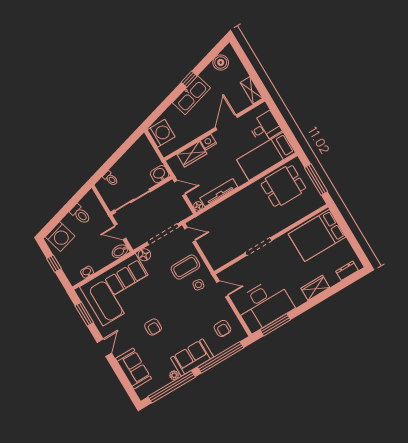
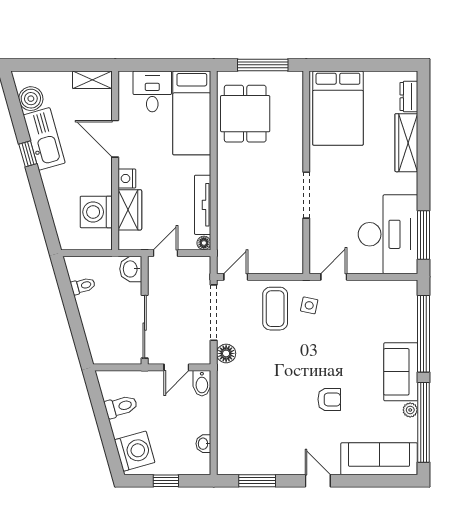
kitchen sink: (191, 95) -> (44, 139), moved
washing machine: (161, 133) -> (96, 212), moved, turned -90
toilet: (111, 178) -> (83, 286), moved
wardrobe: (315, 288) -> (406, 143), width x1.50
corner sofa: (119, 290) -> (253, 415), removed
armchair: (222, 328) -> (386, 308), removed
sofa: (133, 369) -> (379, 459), width x1.36

